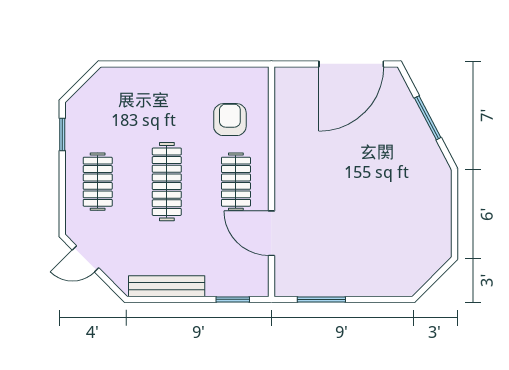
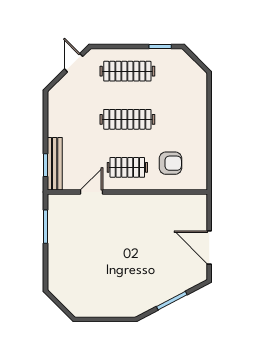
door: (351, 64) -> (209, 248), width x0.73
clothes rail: (98, 182) -> (127, 71), width x1.36
door: (271, 233) -> (91, 192), width x0.73
bench: (167, 286) -> (55, 164), moved

